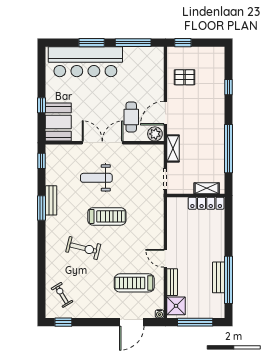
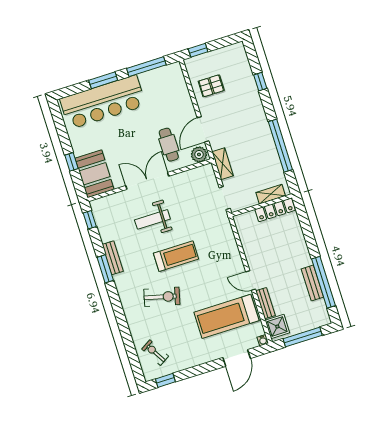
treadmill: (134, 283) -> (226, 316), width x1.37, depth x1.38

